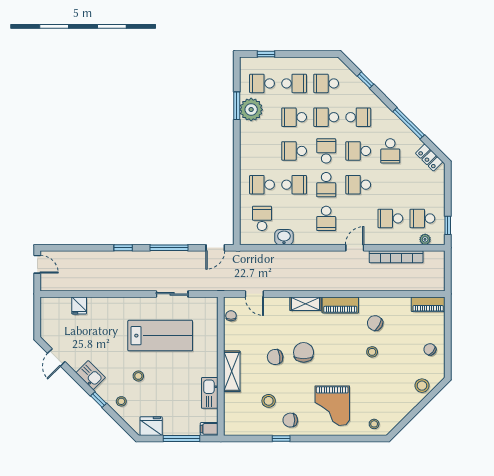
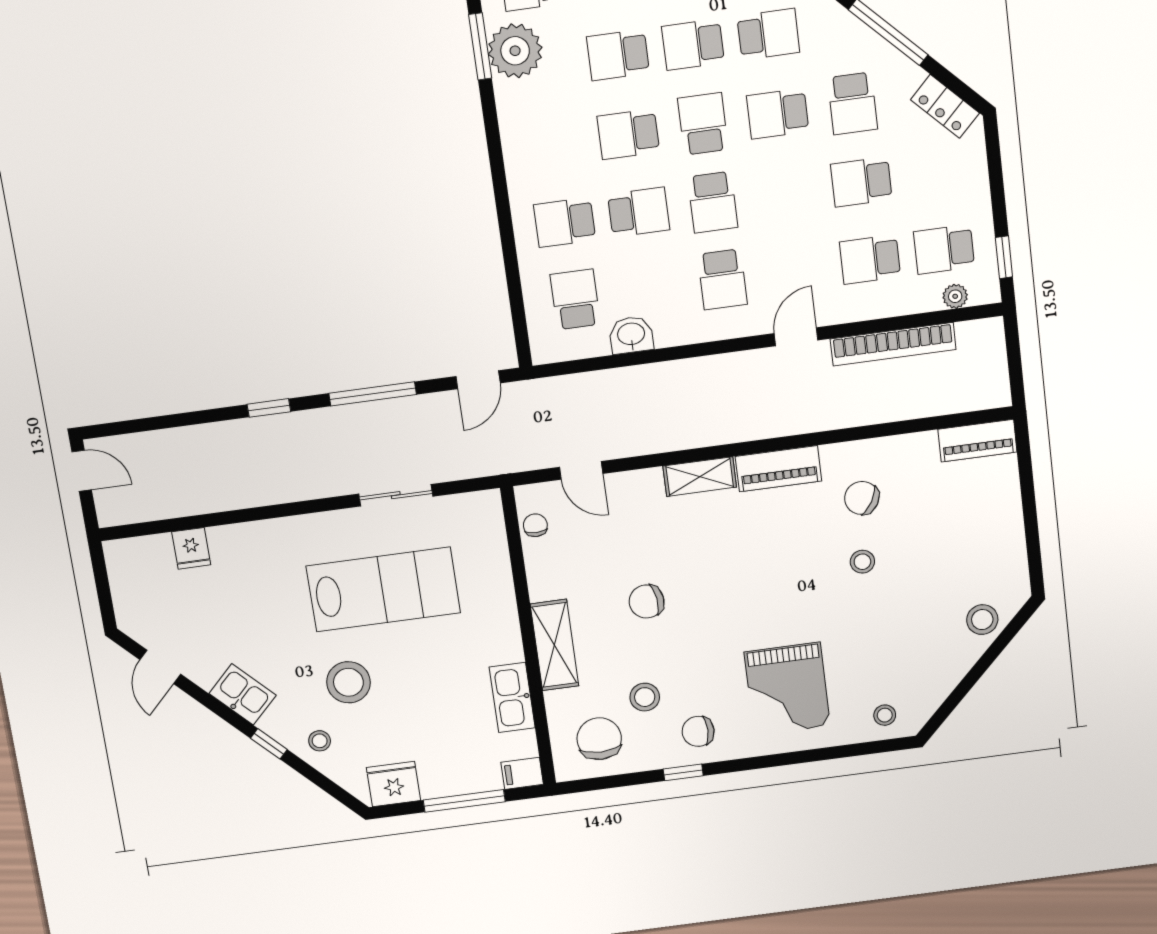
school desk: (358, 185) -> (861, 182), moved
chair: (430, 349) -> (992, 539), removed
chair: (304, 352) -> (599, 739), moved
stool: (138, 376) -> (348, 682), width x1.89, depth x1.89

